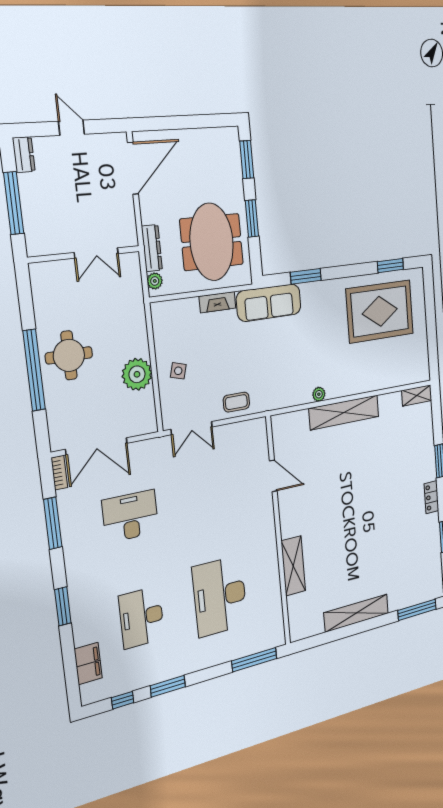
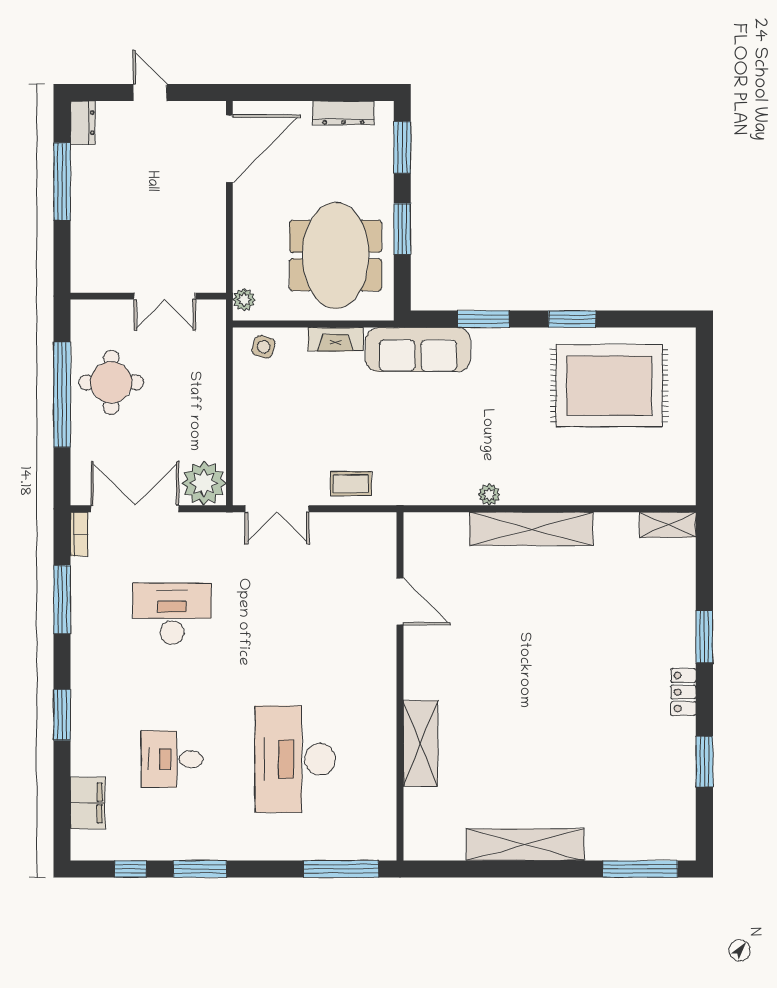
dresser: (152, 248) -> (343, 113), moved, turned 90
double door: (96, 253) -> (165, 296), moved
wall: (84, 254) -> (148, 296), moved
window: (390, 266) -> (572, 319), moved
side table: (178, 371) -> (264, 347), moved
plant: (137, 374) -> (204, 483), moved
double door: (97, 446) -> (135, 509), swing flipped
desk: (142, 617) -> (172, 759), width x0.73

